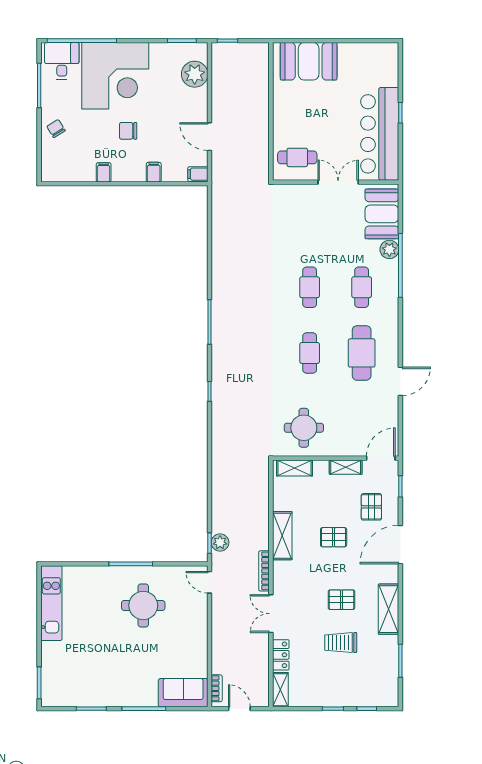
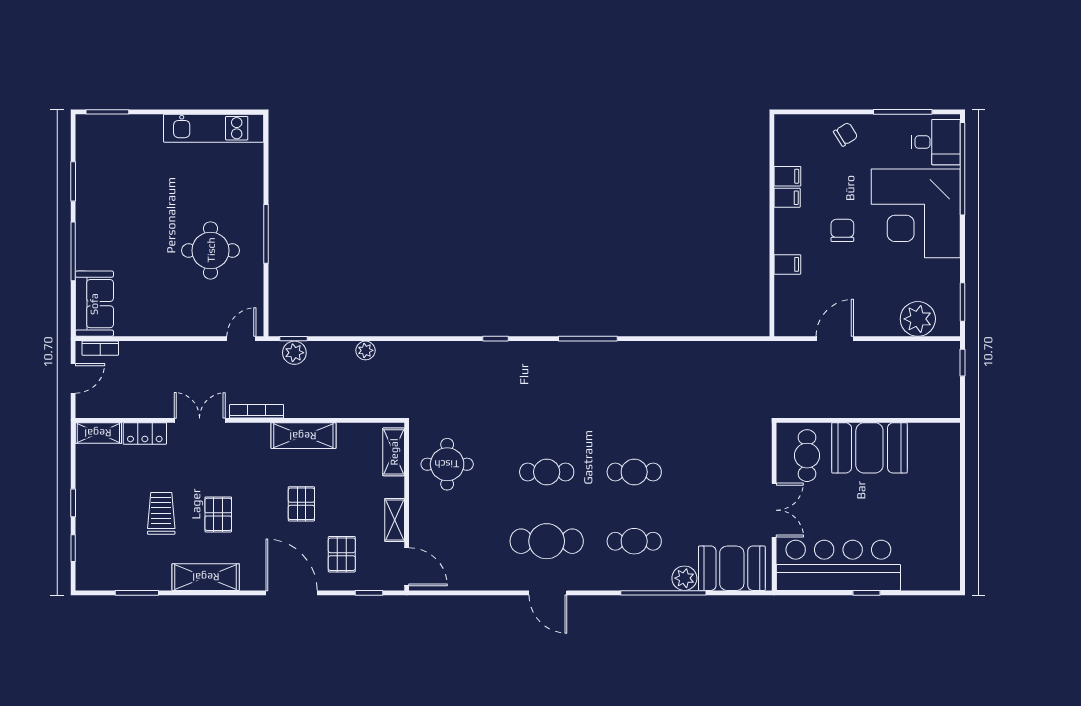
booth: (309, 61) -> (869, 448), moved, turned 90
filing cabinet: (198, 174) -> (787, 176), moved, turned 90
door: (400, 381) -> (548, 593), moved
plant: (218, 489) -> (366, 350), added
pallet: (371, 507) -> (342, 554), turned 90

